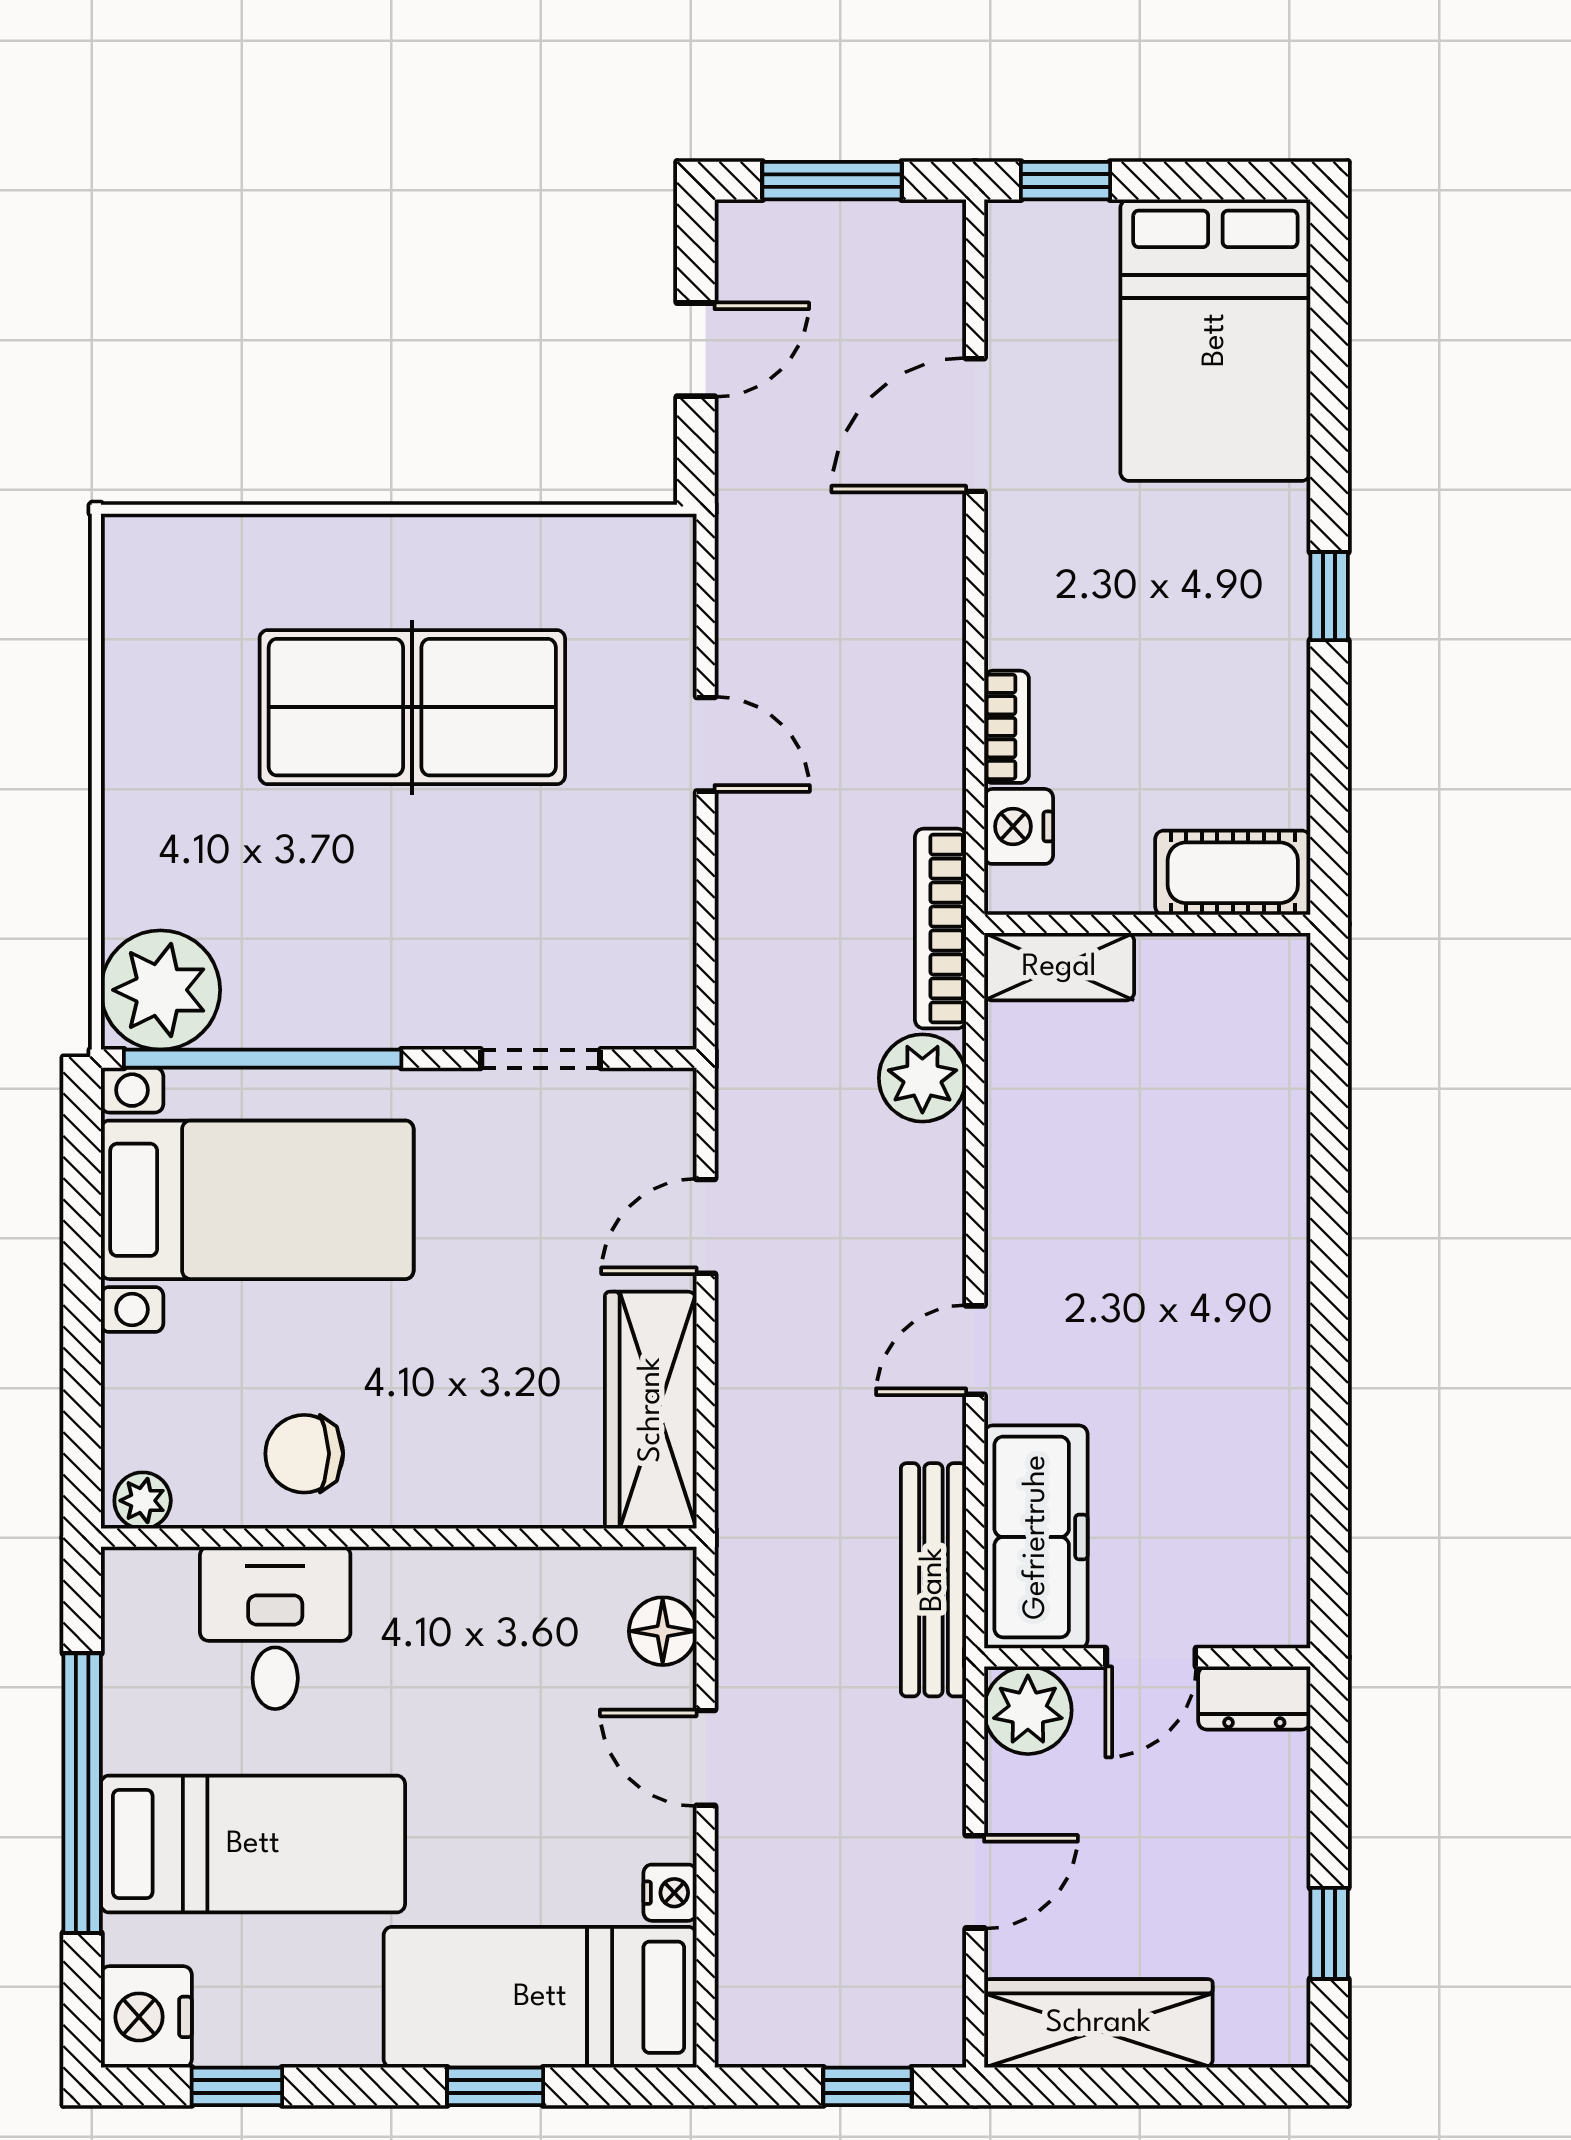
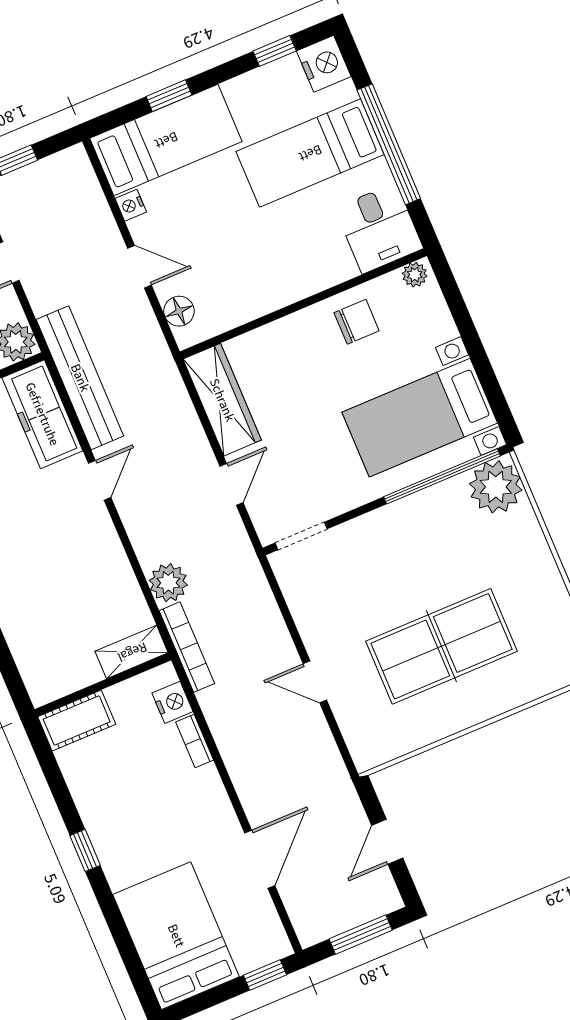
doorway: (541, 1059) -> (301, 536), moved
bench: (933, 1580) -> (80, 378), width x1.37, depth x1.21
desk: (275, 1628) -> (379, 228), moved

